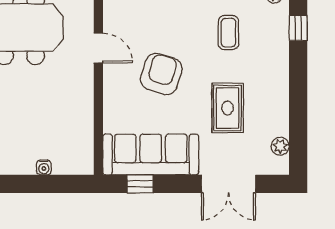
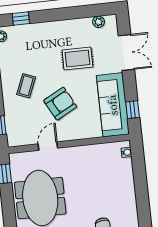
coffee table: (228, 33) -> (26, 86), moved, turned -68
armchair: (161, 74) -> (60, 104), turned 135
water cooler: (44, 167) -> (126, 152), moved

